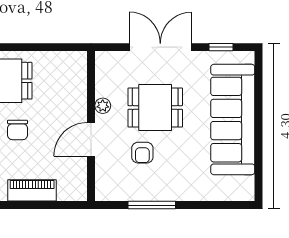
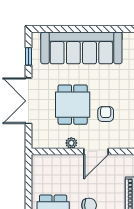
door: (91, 139) -> (96, 151), hinge flipped
armchair: (142, 153) -> (106, 114), turned -90

